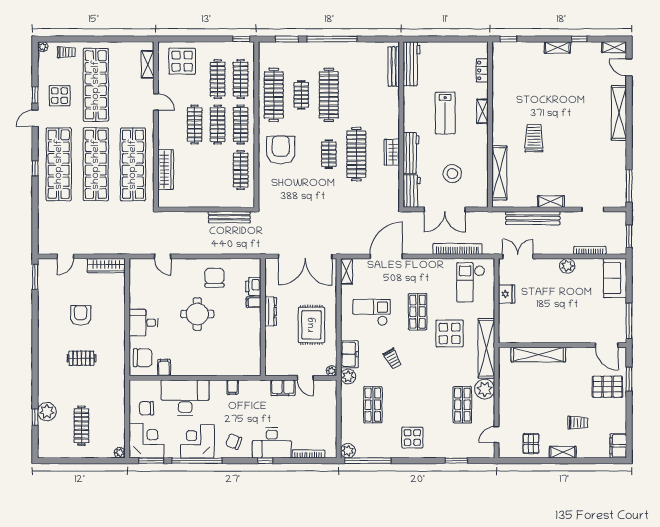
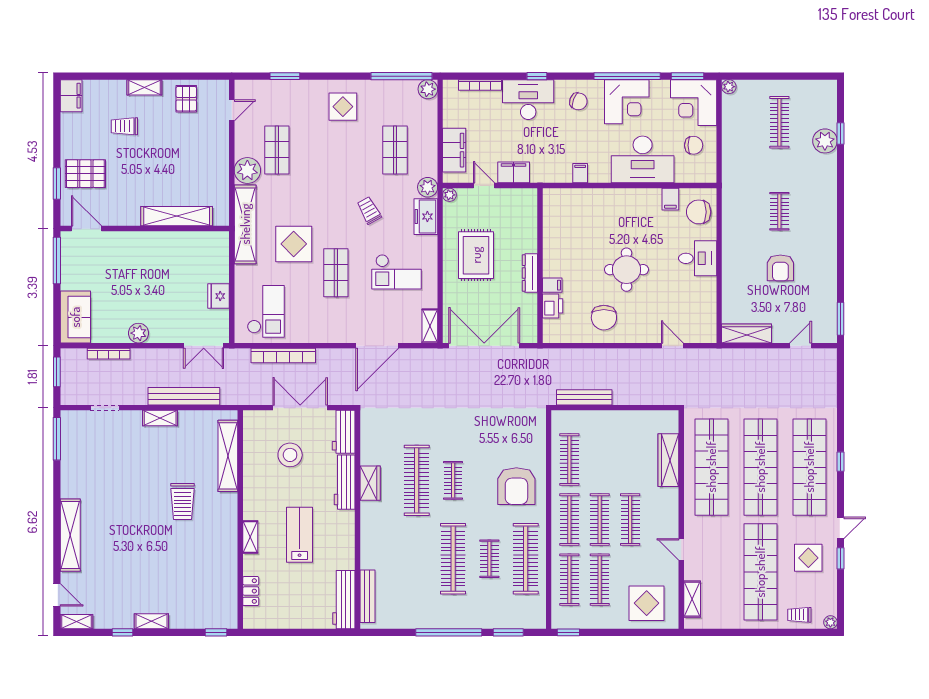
clothes rail: (81, 358) -> (779, 211), turned 90
filing cabinet: (328, 405) -> (454, 150), added

